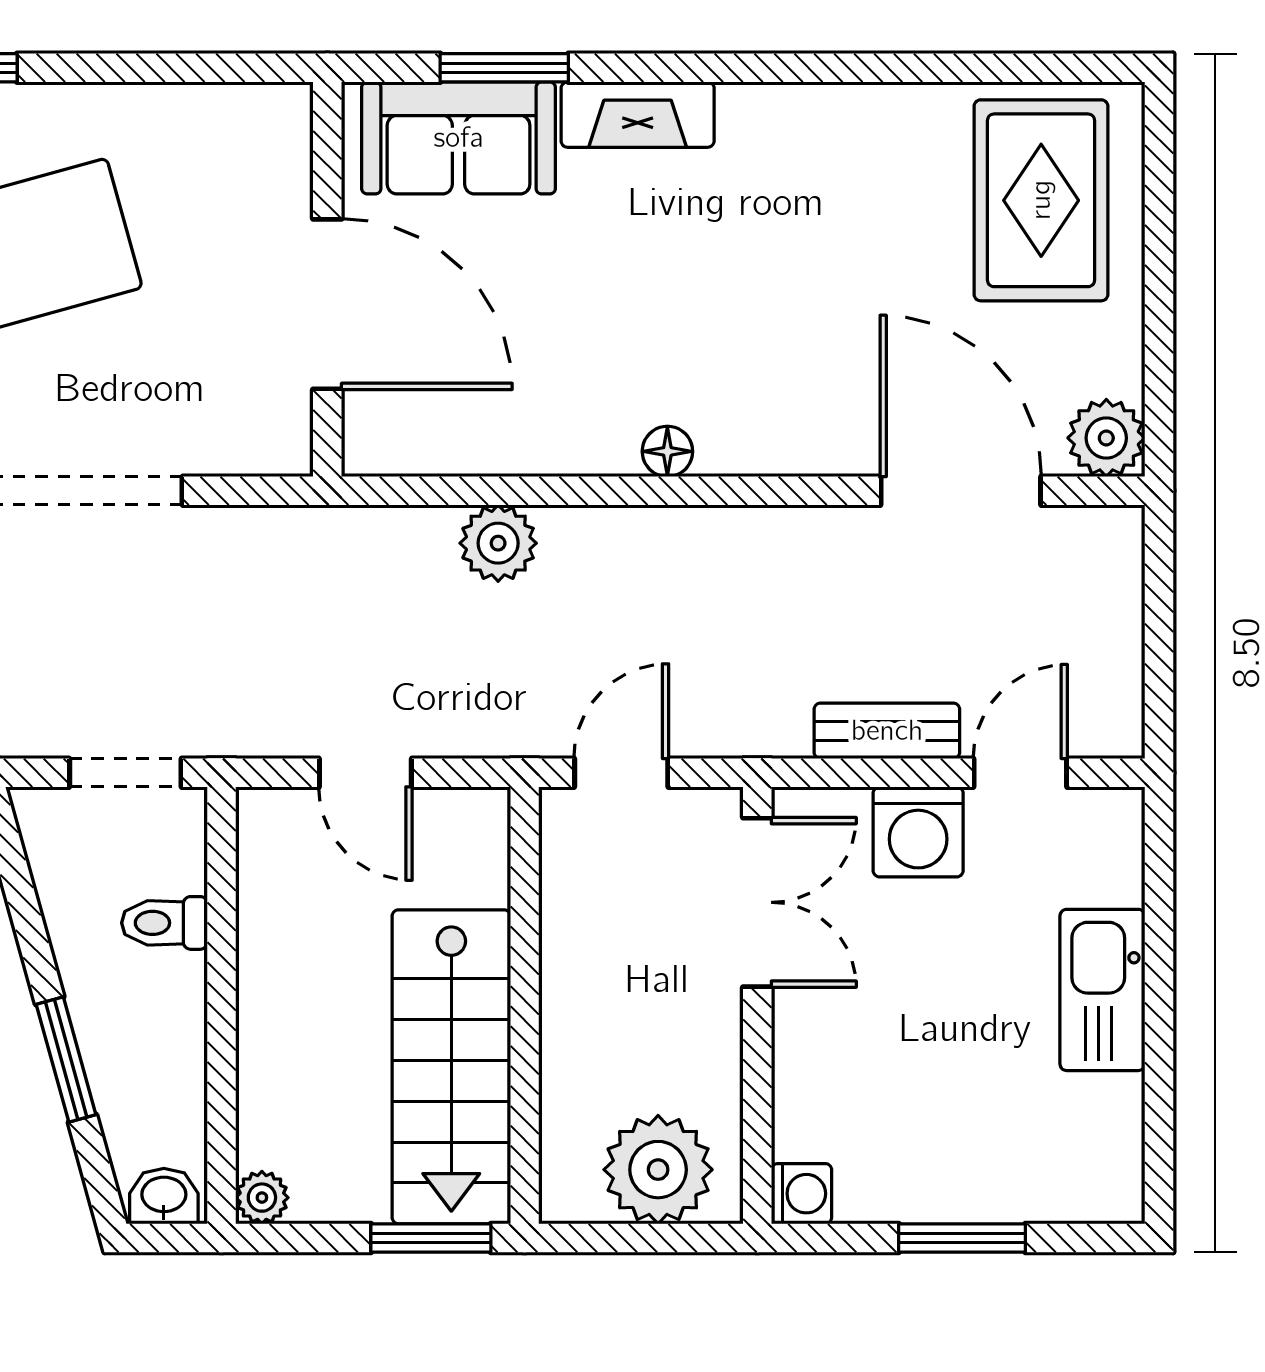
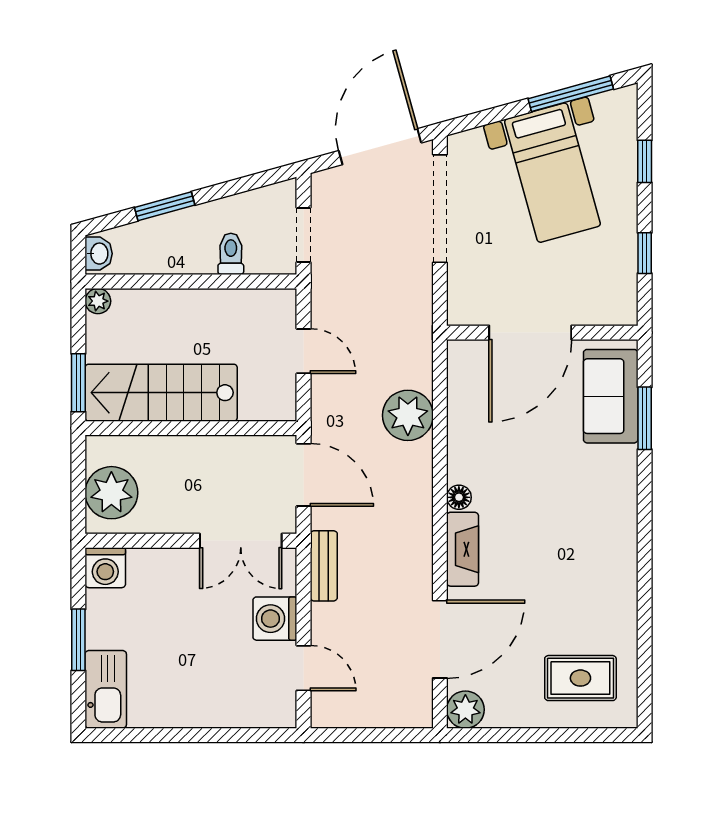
window: (163, 68) -> (645, 253), added
fireplace: (638, 115) -> (463, 549), moved, turned 180
rug: (1041, 200) -> (580, 678), width x0.73, depth x0.70
plant: (498, 543) -> (408, 415), width x1.36, depth x1.36
bench: (887, 731) -> (324, 566), moved
door: (365, 773) -> (303, 351), swing flipped
door: (621, 773) -> (303, 475), width x1.38
kitchen sink: (1102, 990) -> (106, 689), moved, turned 90
washing machine: (802, 1194) -> (105, 568), width x1.38, depth x1.38

